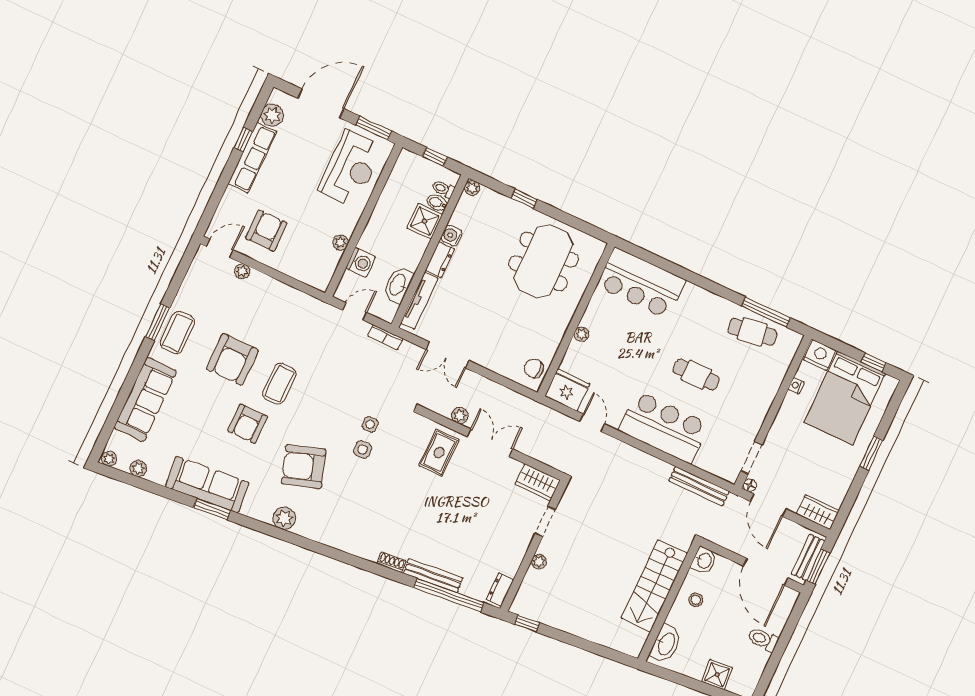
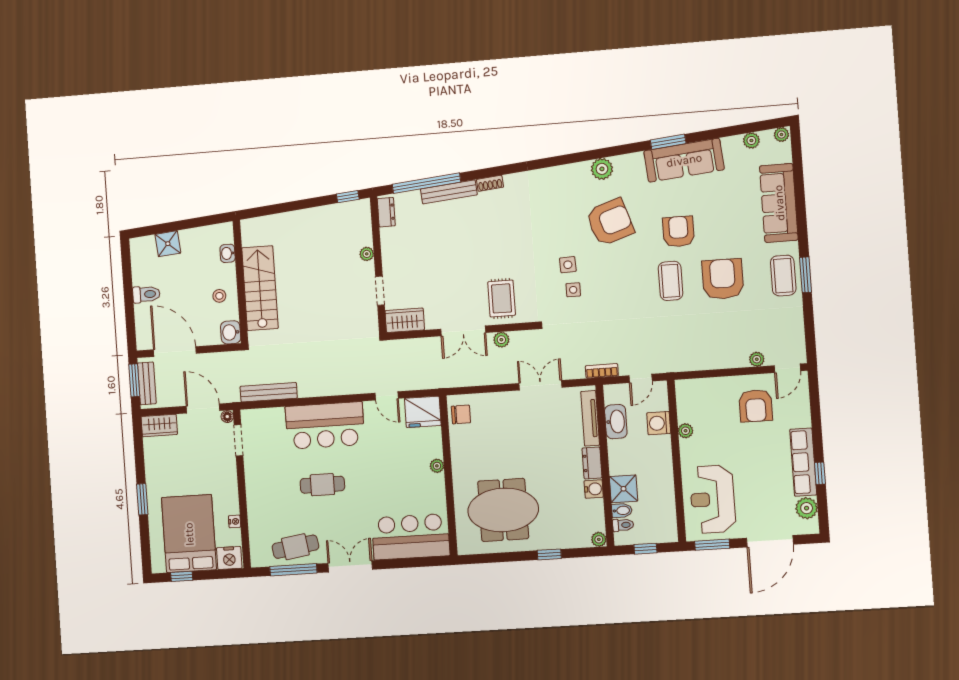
meeting table: (544, 261) -> (503, 510), turned 90
double door: (712, 287) -> (350, 566), added
washbasin: (666, 644) -> (228, 253), width x0.52, depth x0.69

